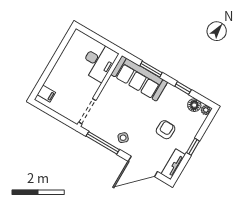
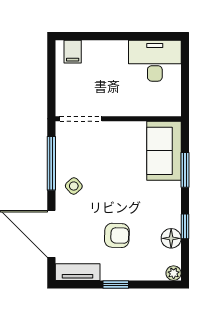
desk: (99, 62) -> (155, 61), moved, turned 180
sofa: (139, 78) -> (164, 151), width x0.73
floor lamp: (194, 105) -> (171, 238), moved

